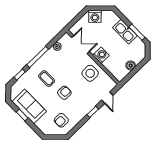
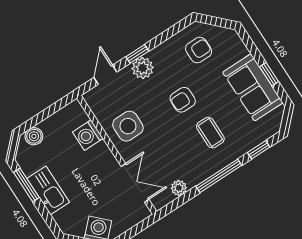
double door: (81, 45) -> (135, 183), swing flipped
washing machine: (101, 55) -> (88, 135), moved
boiler: (131, 65) -> (34, 136), moved
plant: (89, 105) -> (143, 68), added

